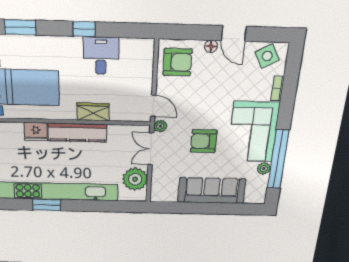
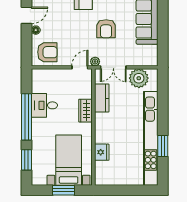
window: (84, 29) -> (27, 117), width x3.17
armchair: (177, 62) -> (47, 52), turned 90
kitchen counter: (77, 132) -> (102, 98), moved, width x0.67

